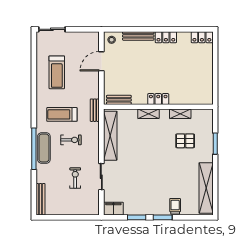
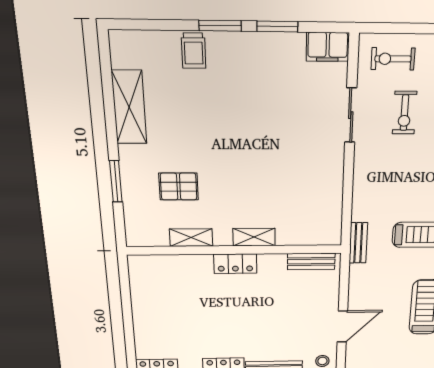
shelving: (110, 136) -> (330, 196), removed
exercise bike: (71, 140) -> (393, 59), moved
shelving: (206, 188) -> (129, 107), width x0.68

